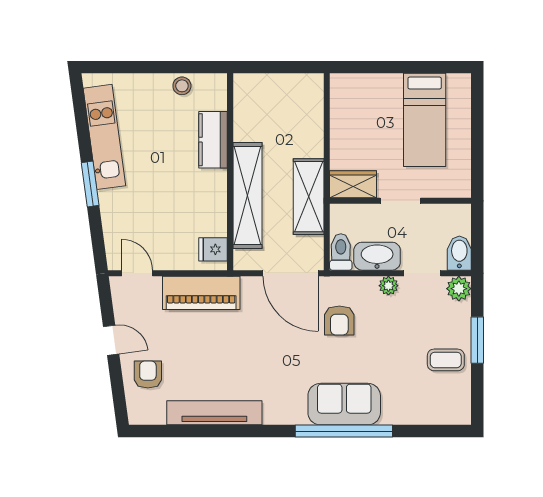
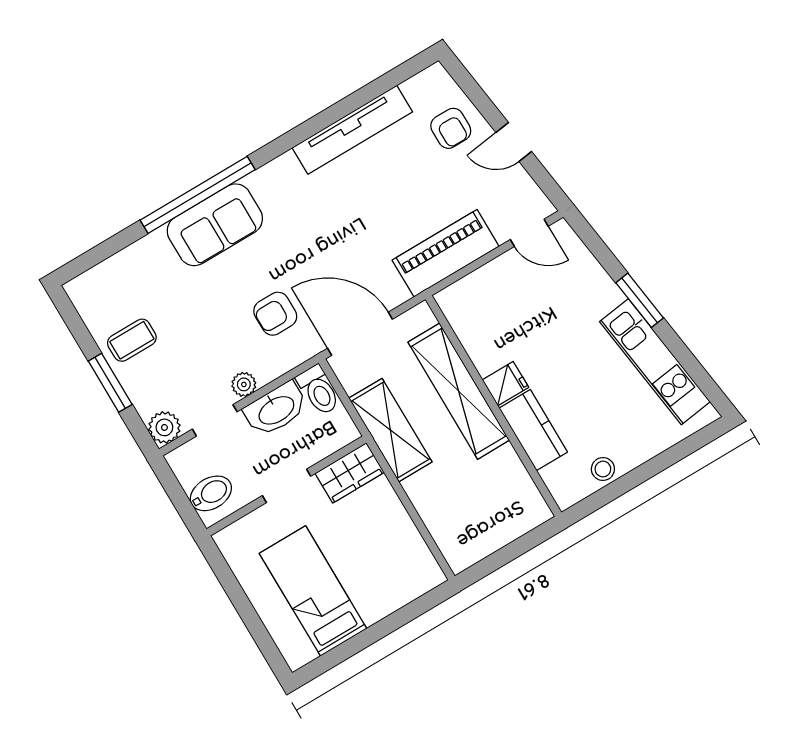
fridge: (213, 249) -> (505, 384), moved
bidet: (459, 253) -> (211, 493), moved, turned -90
armchair: (339, 320) -> (275, 314), turned -90

